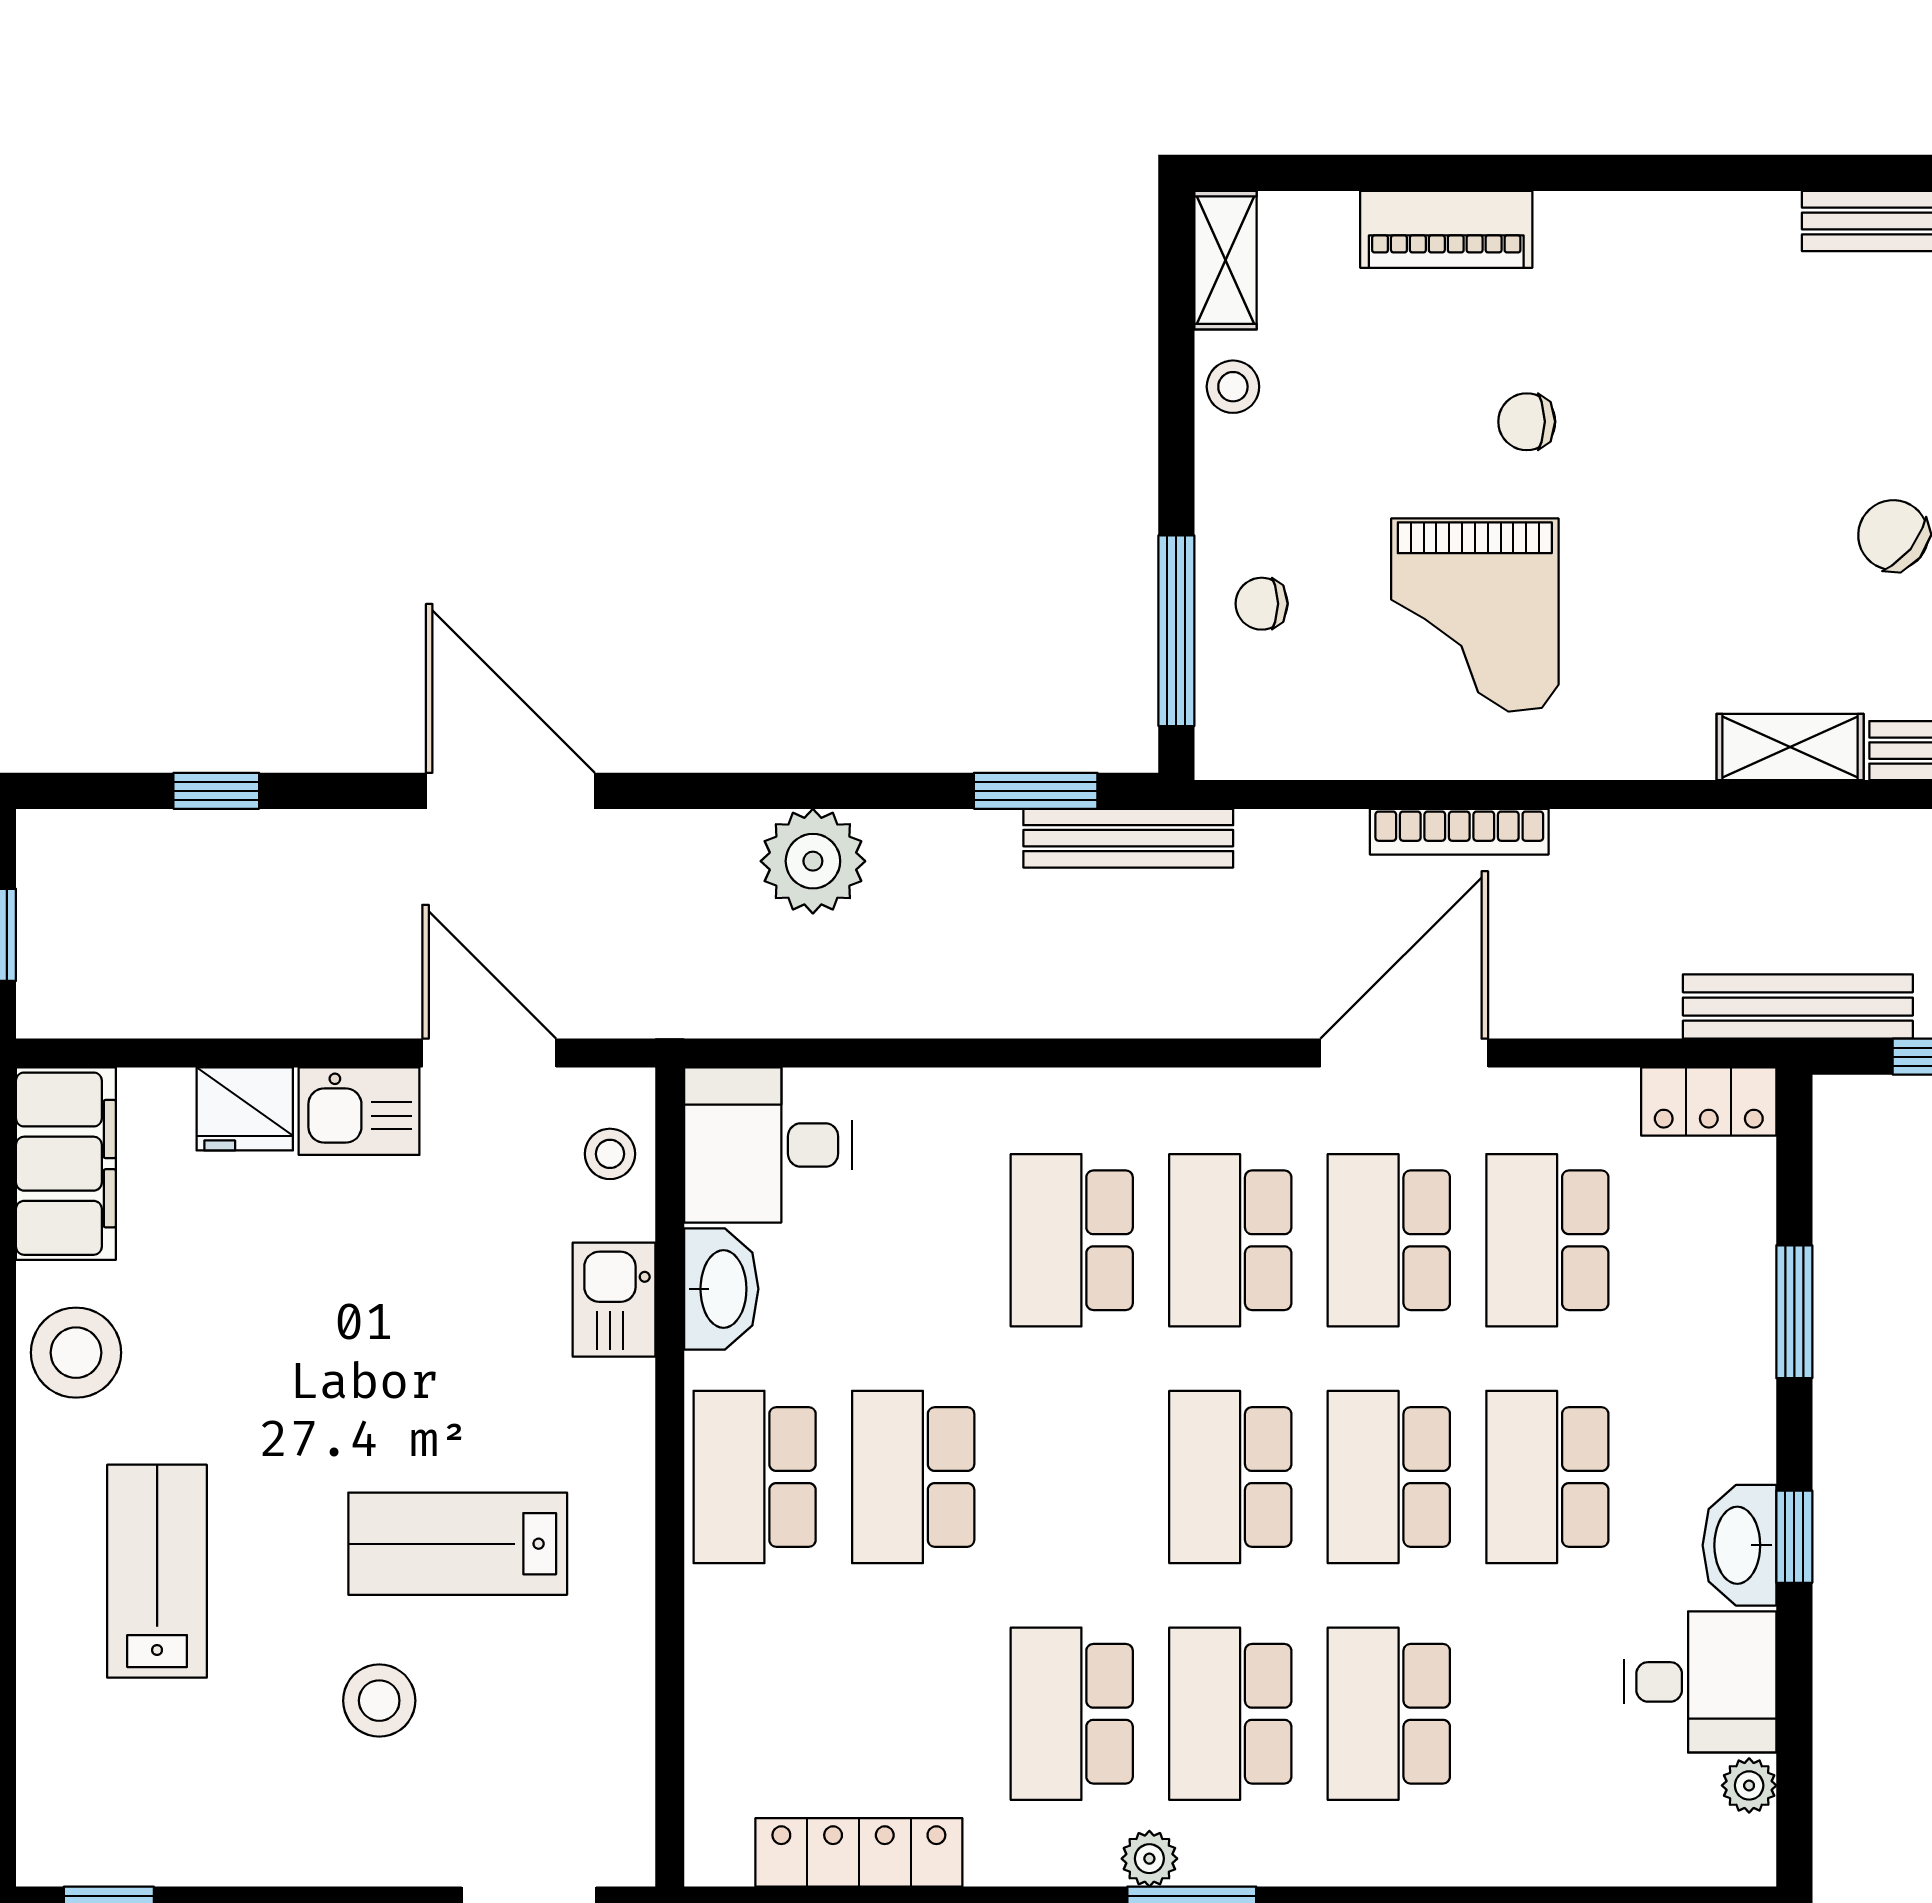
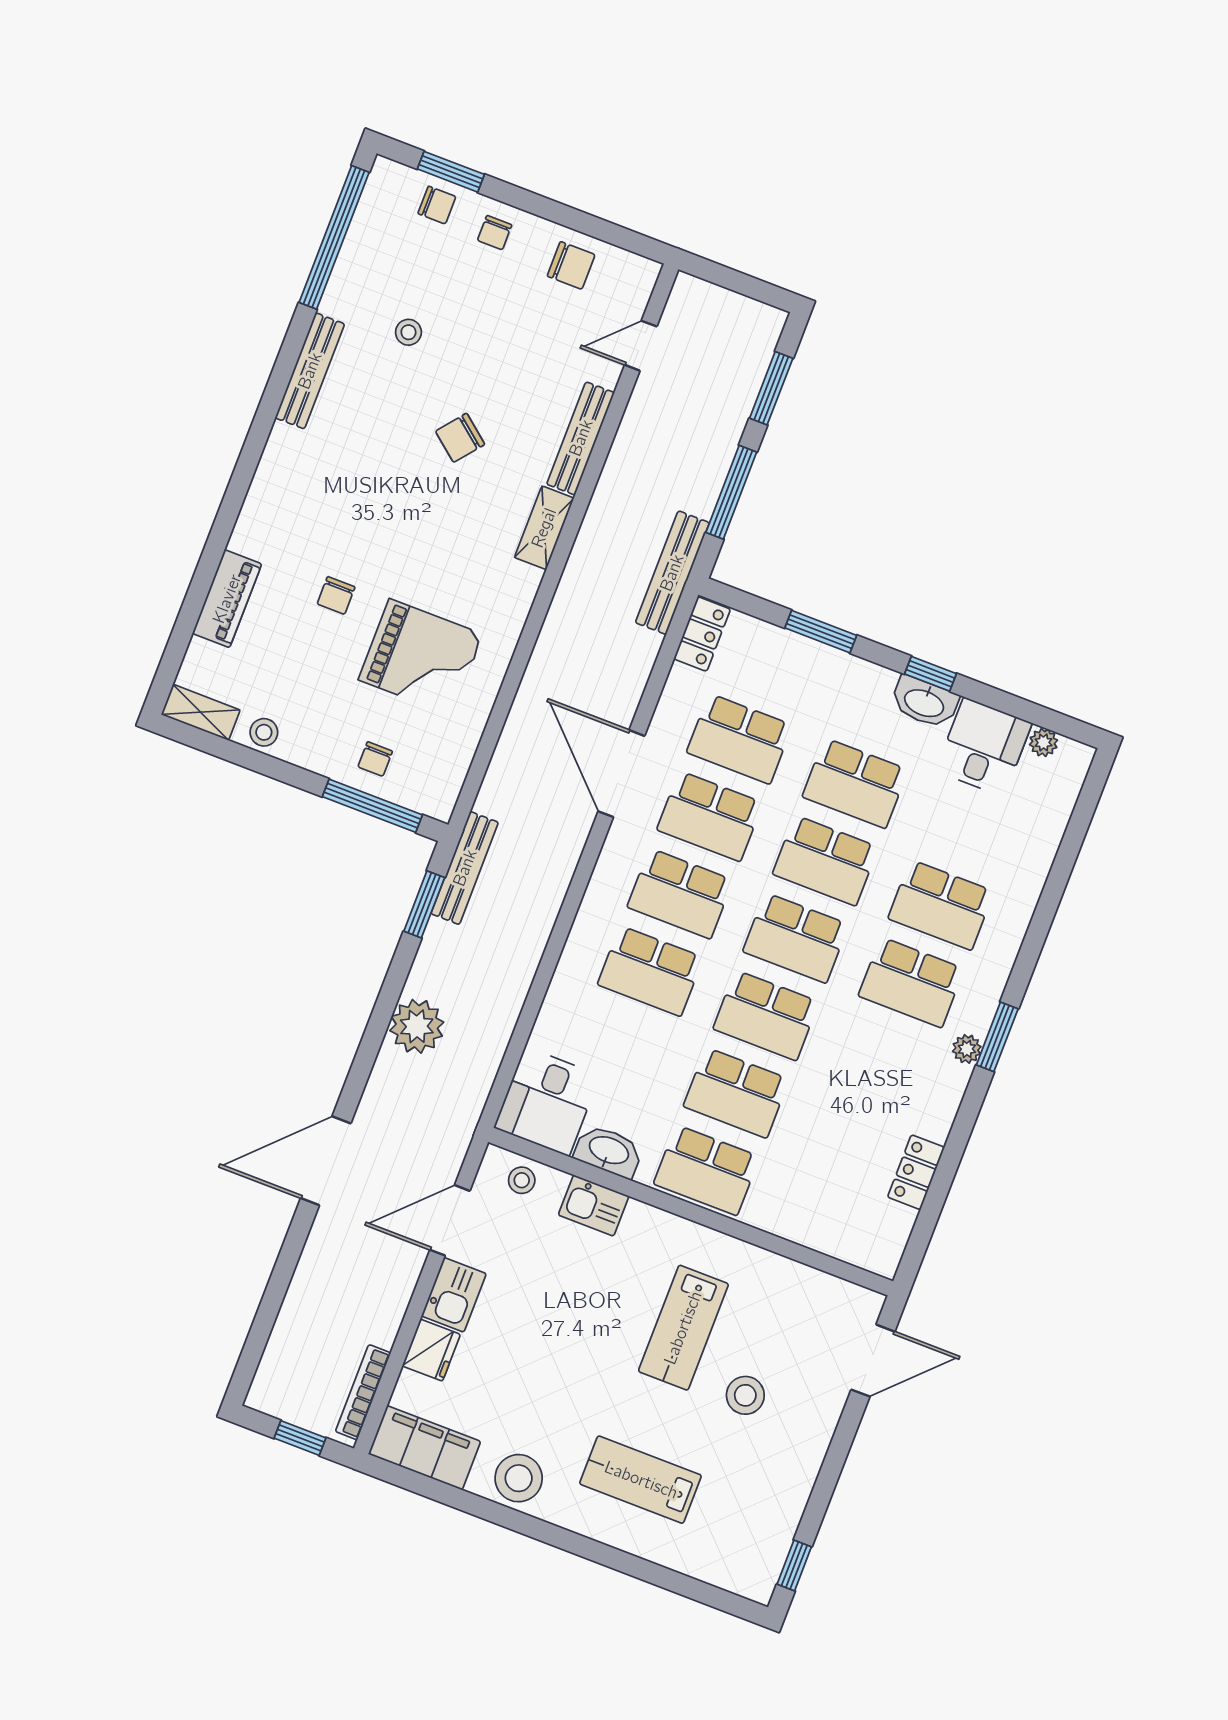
window: (216, 791) -> (271, 1304), removed
bookcase: (1459, 832) -> (363, 1392), moved, turned 180
school desk: (1072, 1714) -> (766, 1015), moved
locker: (859, 1852) -> (916, 1172), width x0.66

